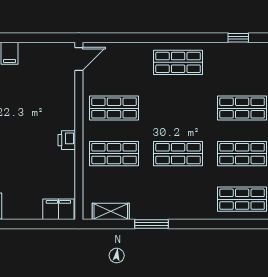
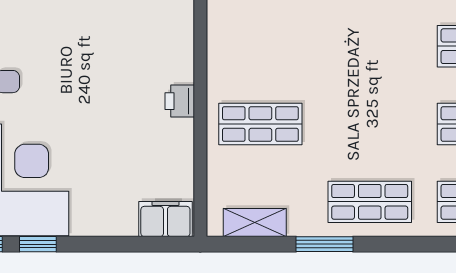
shop shelf: (114, 108) -> (260, 46), removed
shop shelf: (178, 154) -> (370, 202), moved

